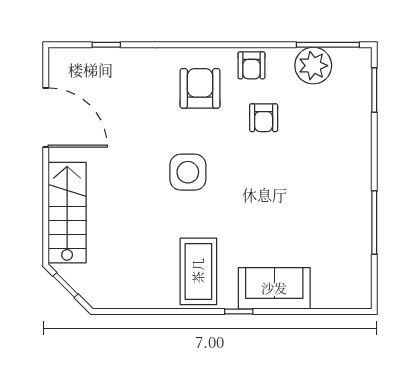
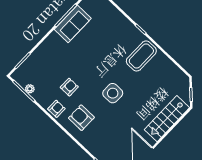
plant: (313, 66) -> (30, 89), width x0.53, depth x0.53
armchair: (200, 88) -> (81, 118), turned 90
sofa: (274, 288) -> (73, 24), moved, turned -90

